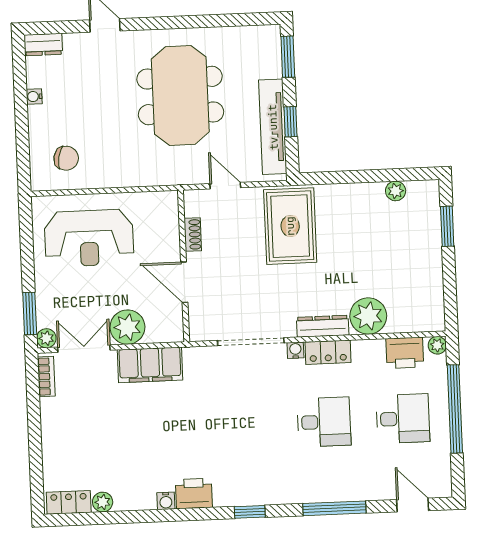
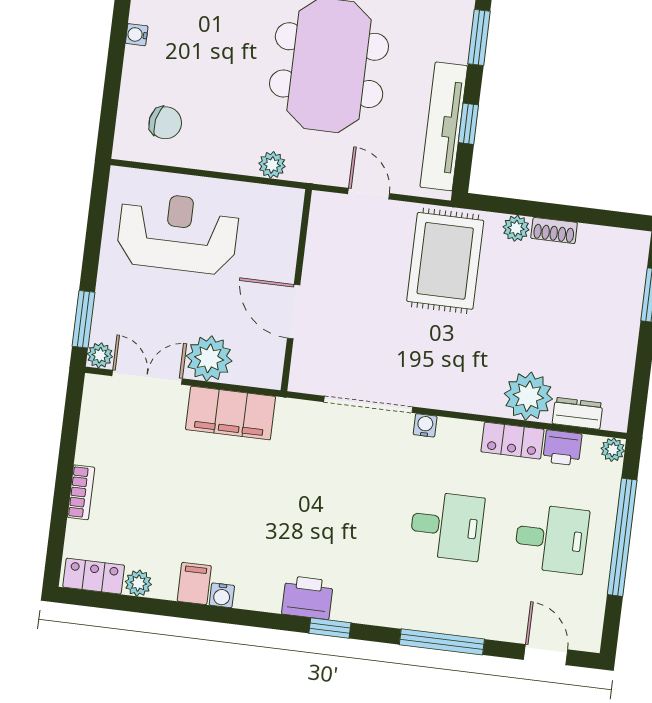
plant: (150, 176) -> (272, 165), added
plant: (396, 191) -> (516, 228), moved
shoe rack: (193, 234) -> (554, 230), moved, turned 90
reception desk: (89, 238) -> (178, 233), turned 180
dresser: (323, 326) -> (577, 413), moved, width x0.70
locker: (328, 352) -> (512, 441), moved
printer: (405, 353) -> (562, 448), width x0.73, depth x0.81
bookcase: (46, 377) -> (81, 492), moved
printer: (194, 493) -> (307, 598), moved
filing cabinet: (144, 495) -> (194, 583), added

